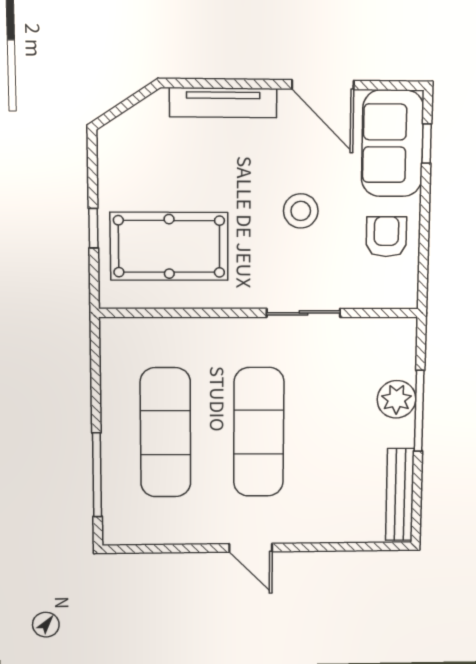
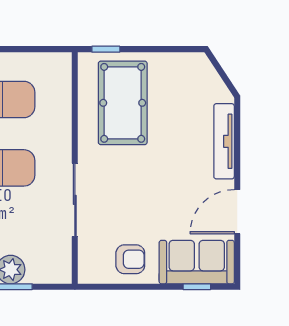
stool: (301, 211) -> (148, 197), removed
window: (93, 228) -> (106, 49), moved
sliding door: (303, 313) -> (75, 200), width x1.37

